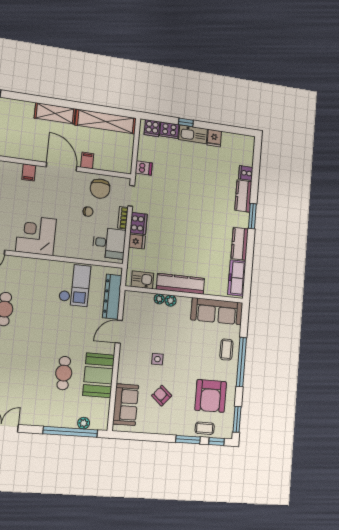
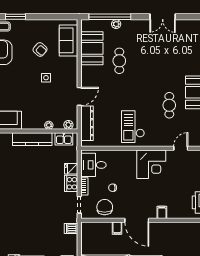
checkout: (75, 285) -> (133, 127), moved
plant: (171, 301) -> (68, 125), moved
booth: (99, 375) -> (92, 48), moved
plant: (84, 423) -> (116, 24), moved

